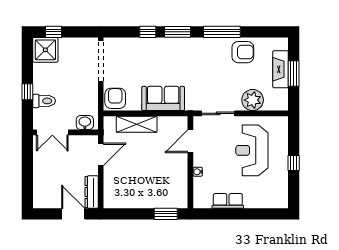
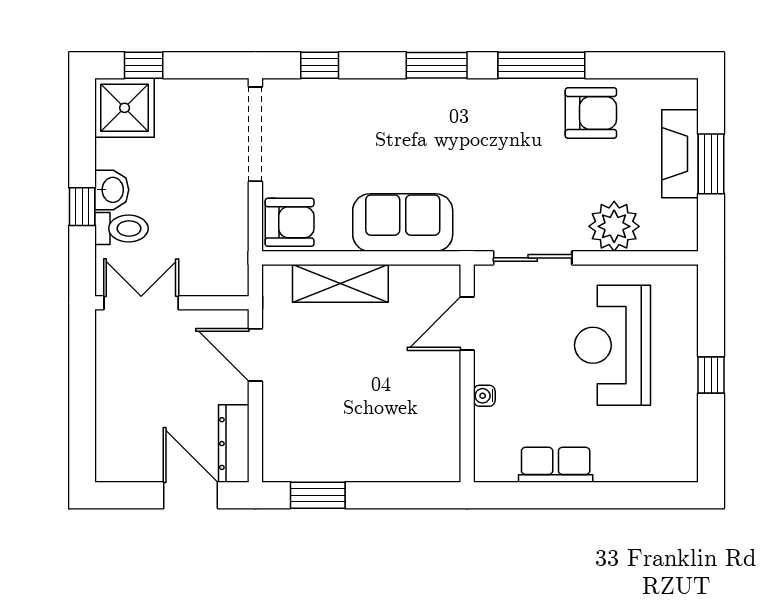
window: (148, 32) -> (320, 65), moved
armchair: (115, 98) -> (290, 222), turned 90
washbasin: (85, 123) -> (112, 190), moved, turned 90
double door: (52, 132) -> (141, 303), swing flipped
door: (101, 154) -> (255, 355), swing flipped
window: (166, 214) -> (318, 495), moved

